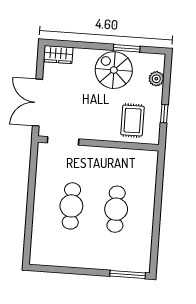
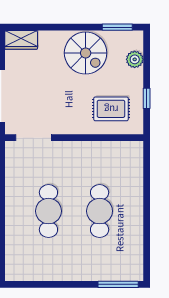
window: (127, 48) -> (117, 27), moved
spiral stairs: (114, 70) -> (86, 53), turned 180
rug: (132, 120) -> (111, 109), turned 90

